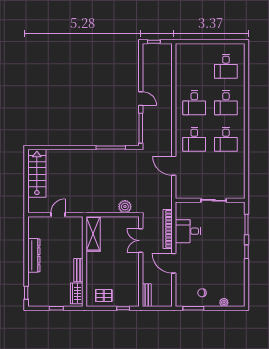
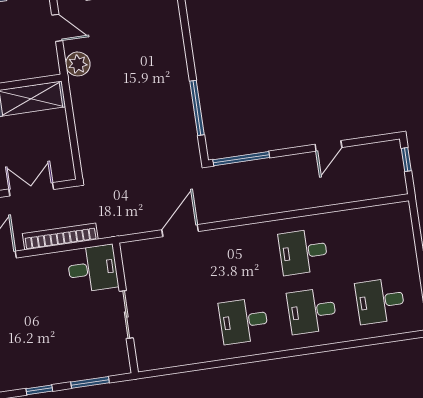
door: (141, 99) -> (328, 146), moved
desk: (194, 139) -> (235, 262), removed
plant: (125, 207) -> (78, 64), moved
desk: (188, 231) -> (93, 269), moved, turned 90

